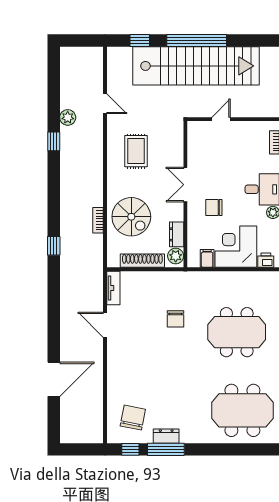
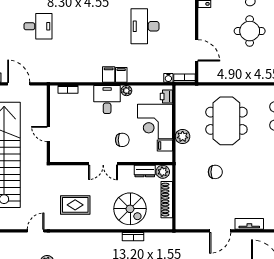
chair: (214, 208) -> (122, 140), turned -90
spiral stairs: (131, 217) -> (130, 209), turned 90
plant: (218, 280) -> (183, 137), added
tv unit: (113, 288) -> (249, 224), moved

